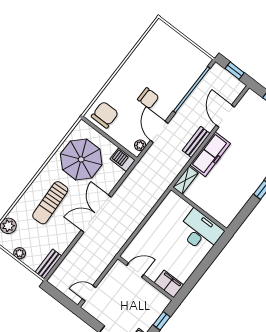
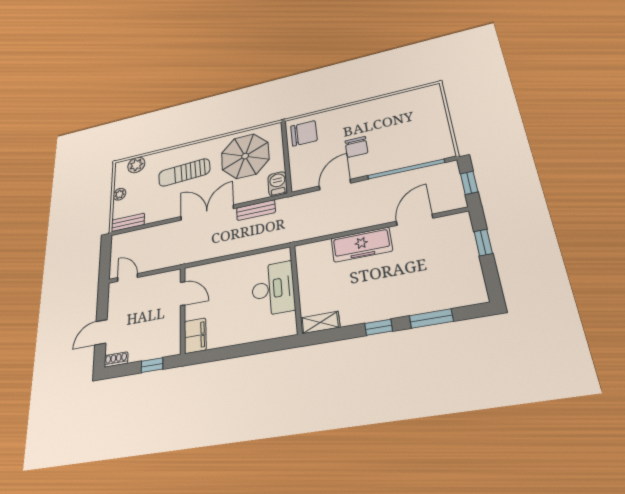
bench: (196, 142) -> (256, 210), moved
plant: (140, 145) -> (306, 183), removed
shelving: (186, 180) -> (320, 323), moved
desk: (200, 231) -> (273, 289), moved

